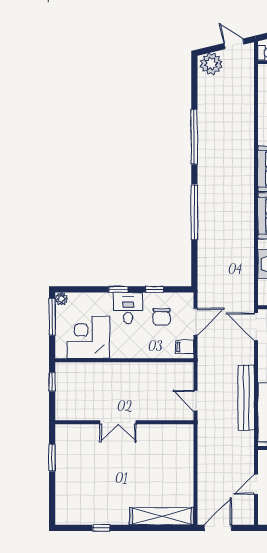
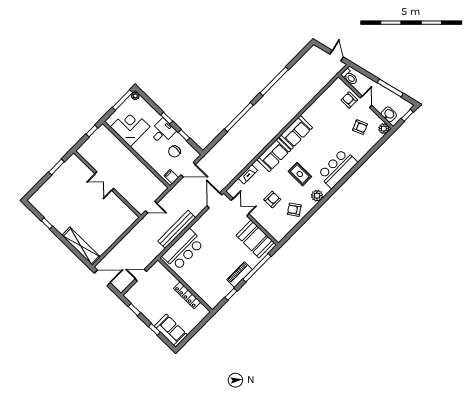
plant: (211, 64) -> (316, 54), removed
door: (196, 401) -> (151, 207), swing flipped

